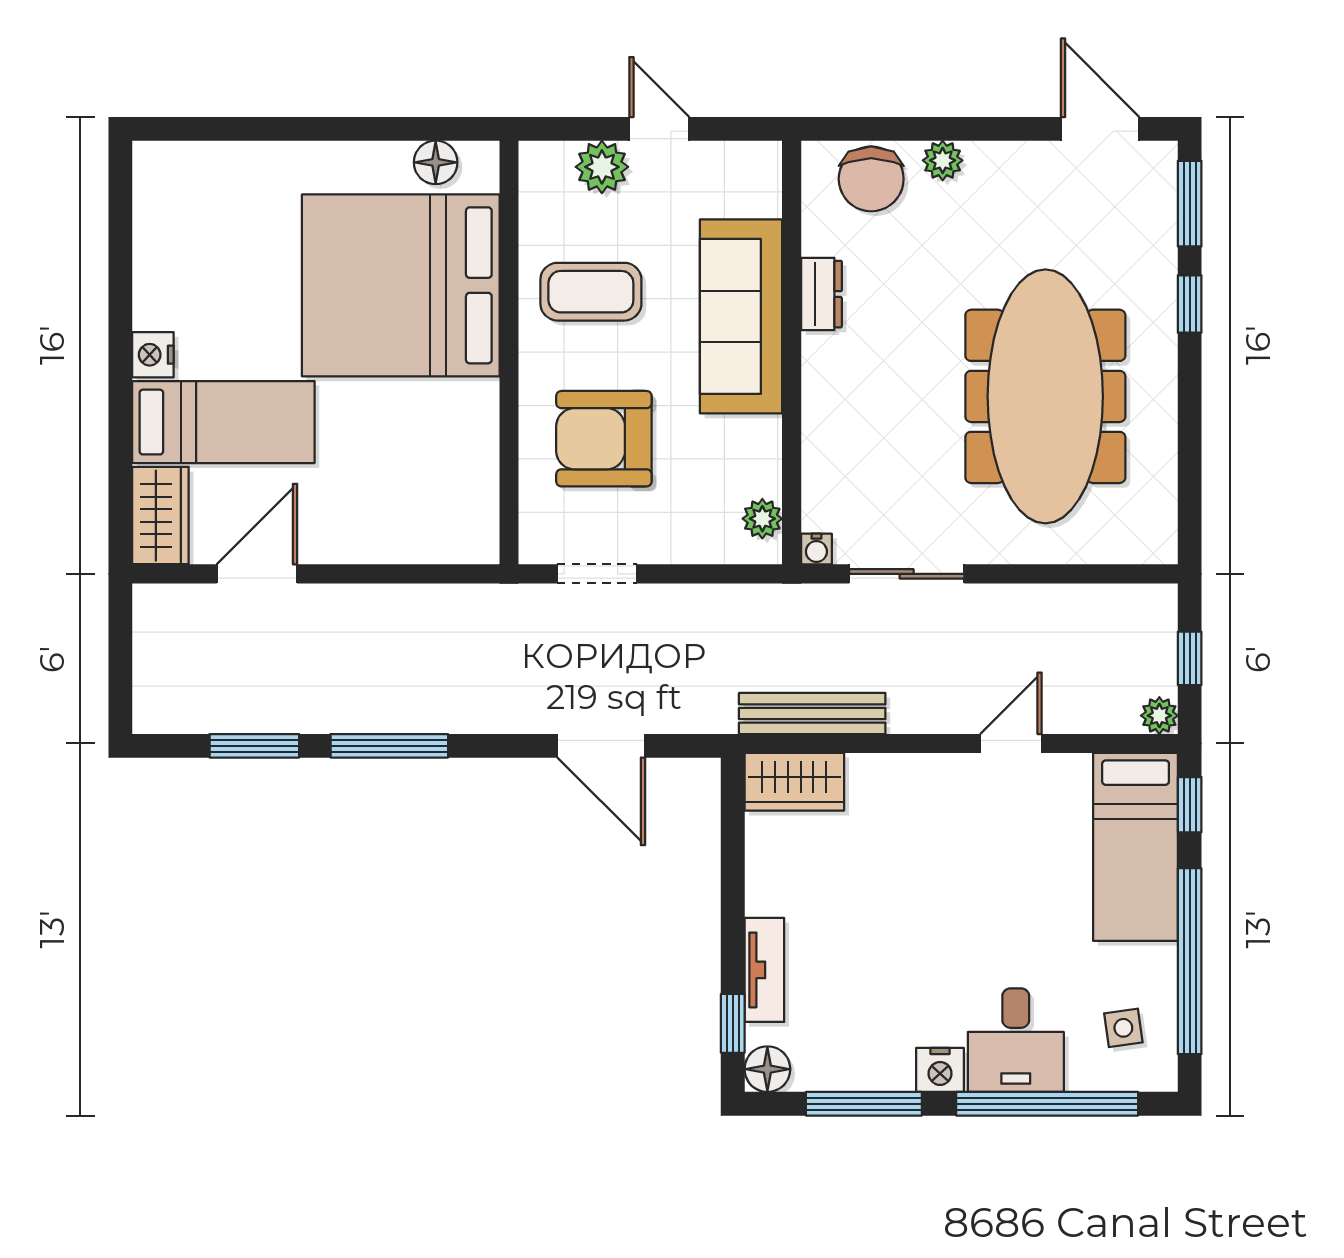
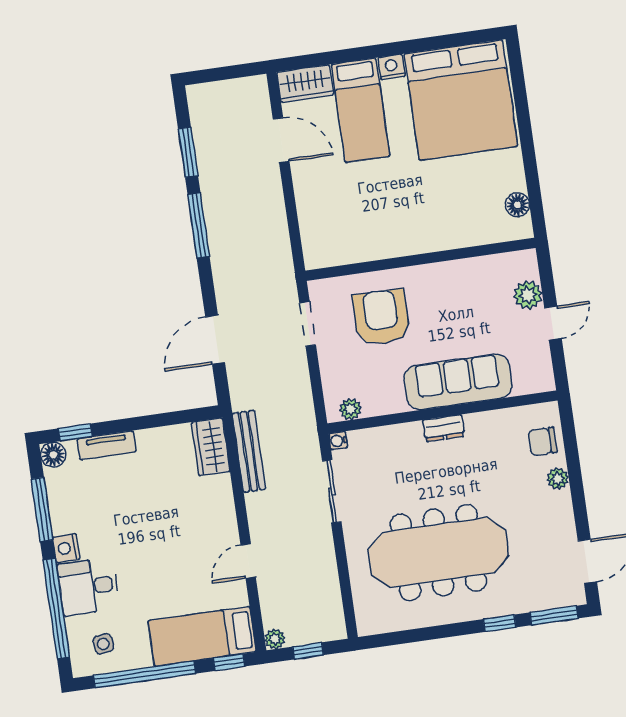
chair: (871, 179) -> (542, 441), width x0.73, depth x0.73
bed: (401, 285) -> (461, 100), moved, turned 180
coffee table: (591, 292) -> (460, 299), removed
dresser: (821, 294) -> (444, 428), moved
door: (1011, 743) -> (248, 561), swing flipped

